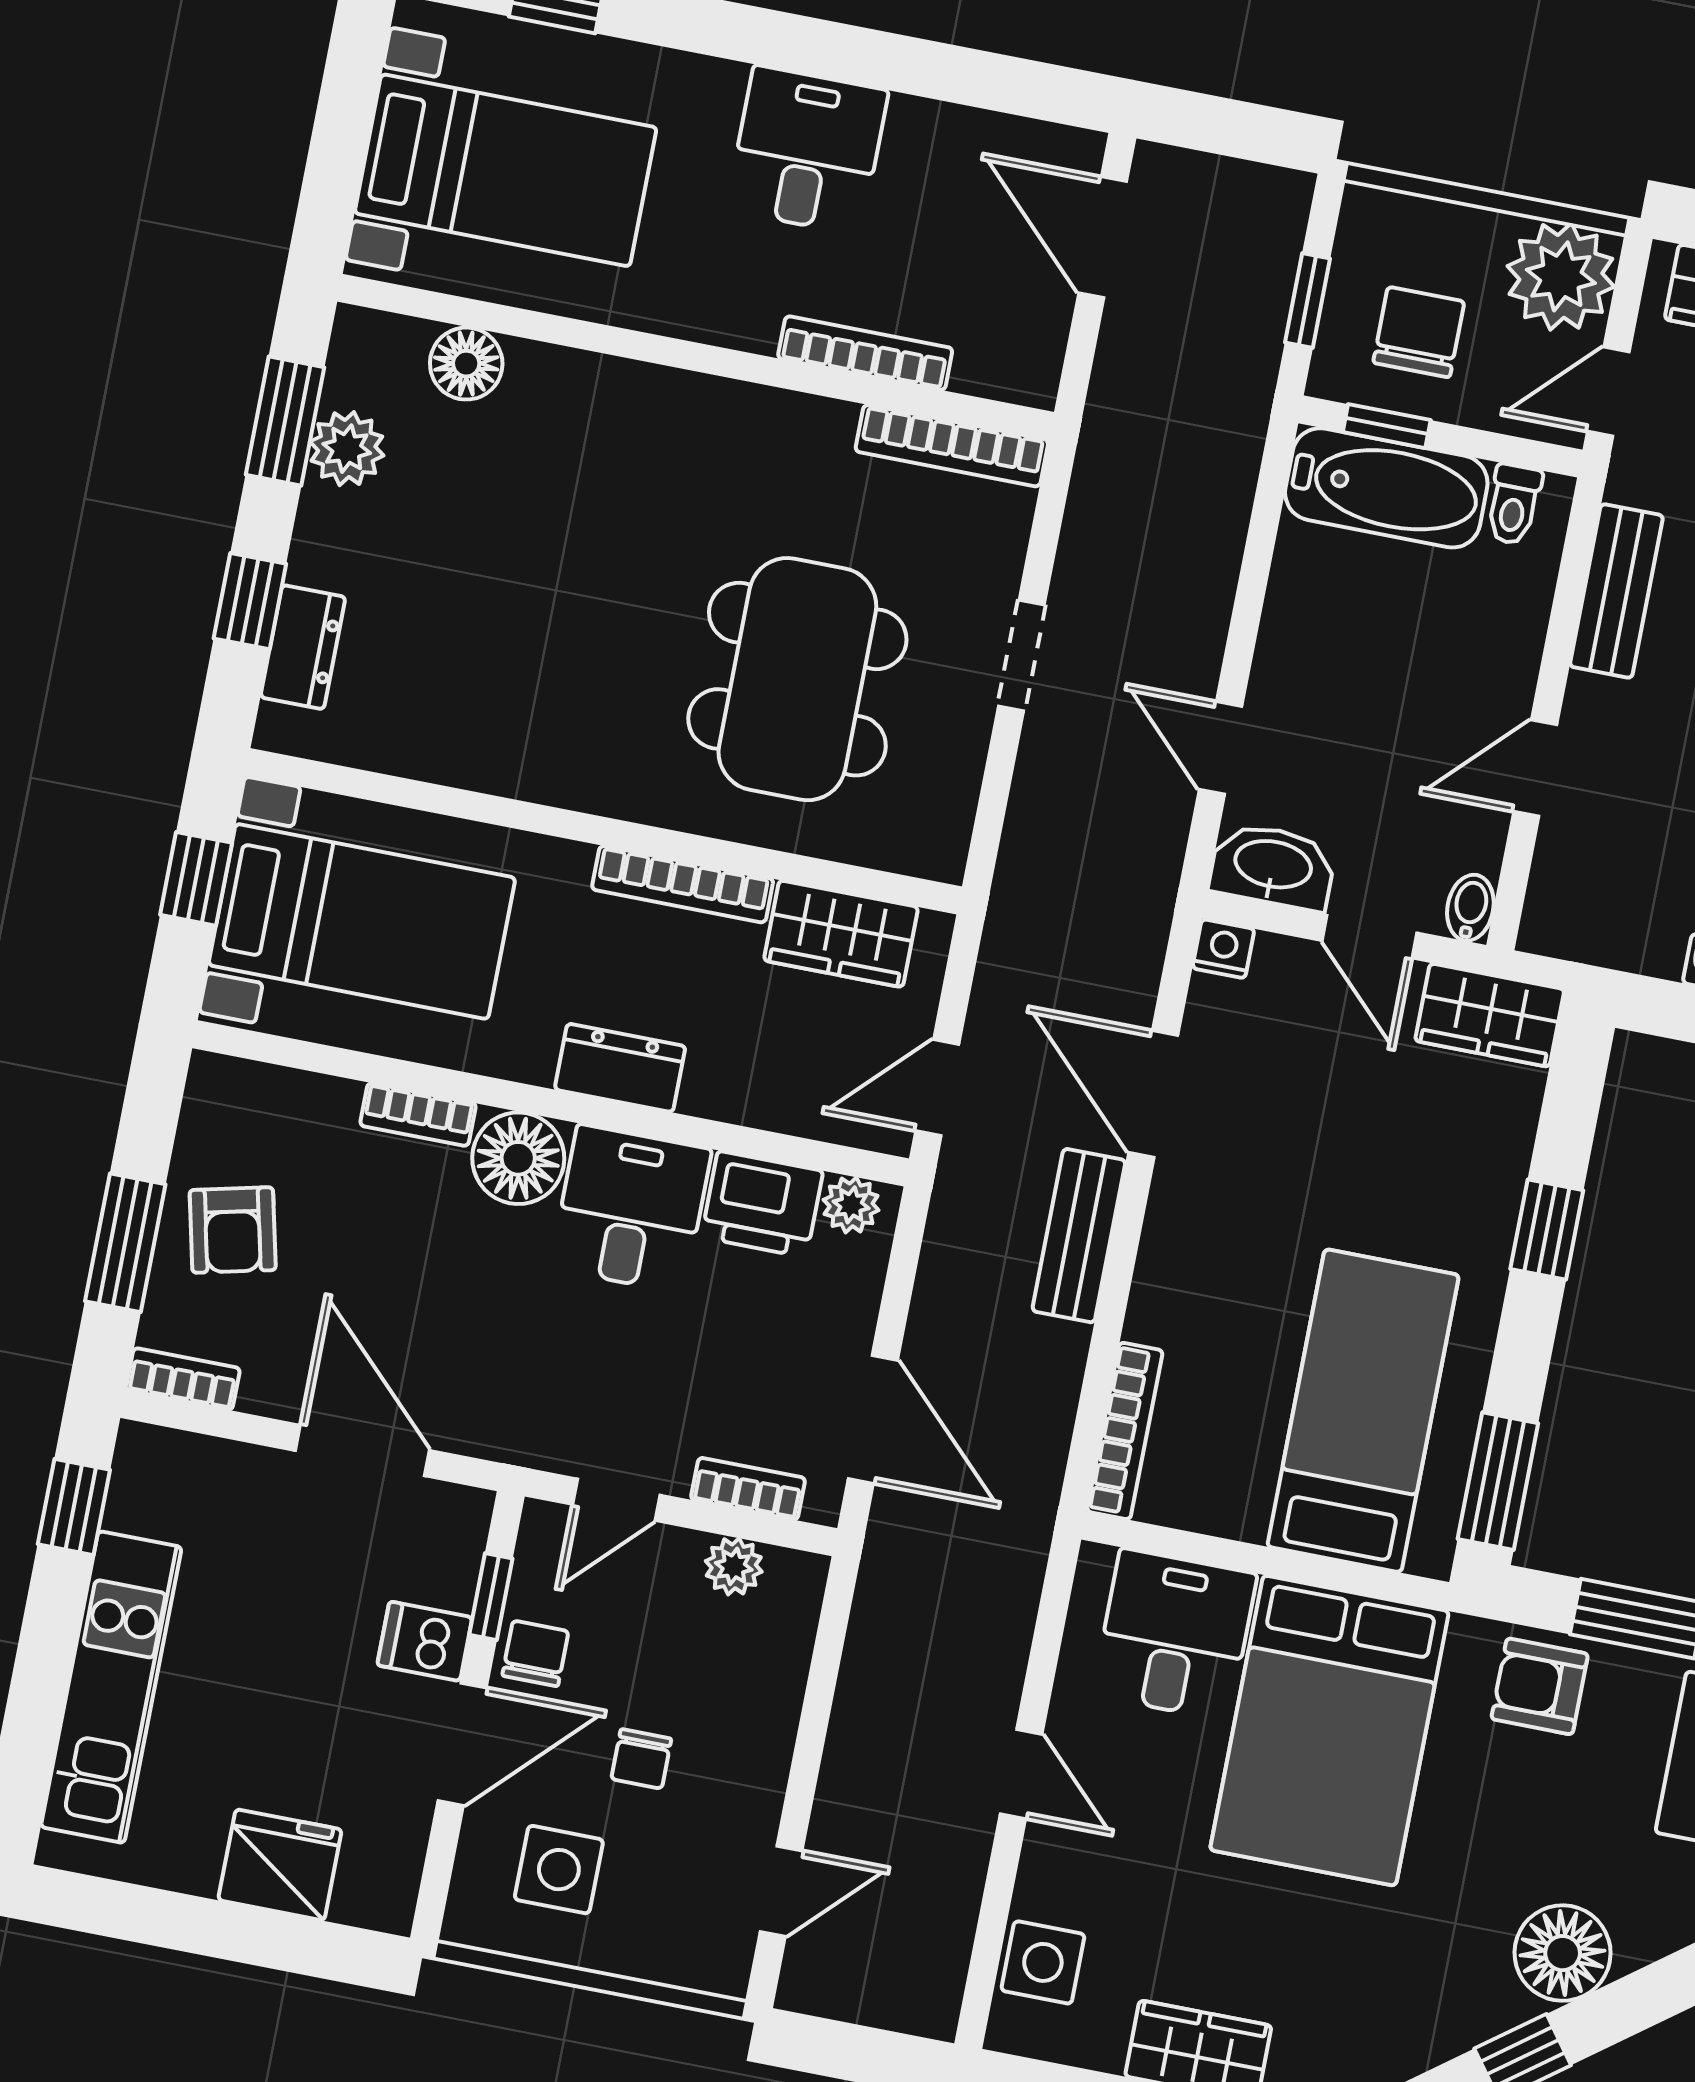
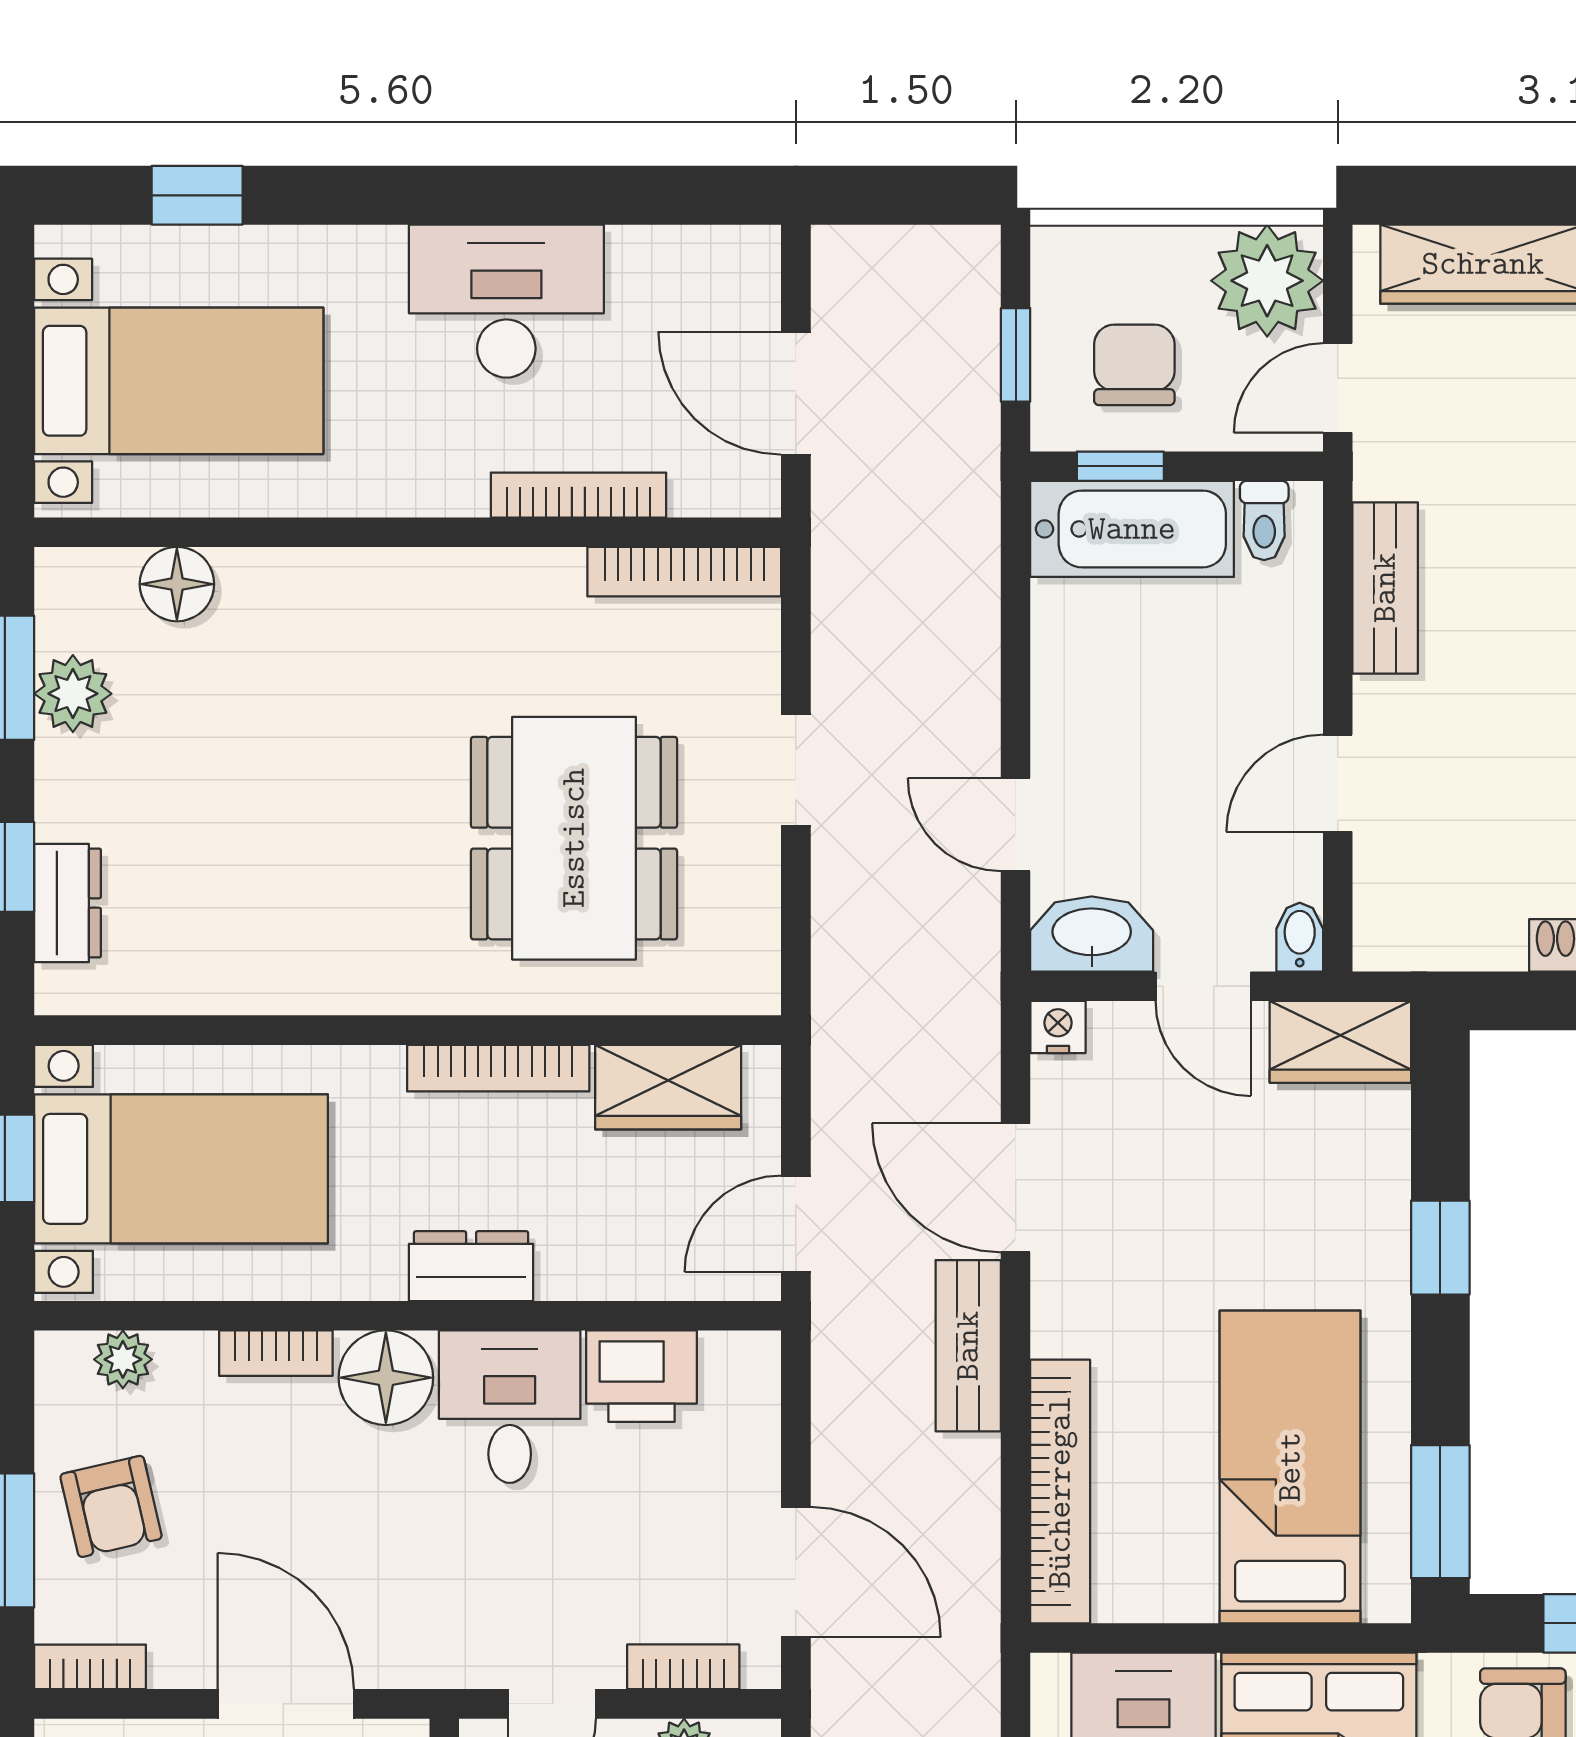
desk: (807, 150) -> (506, 301), width x1.37
door: (1103, 237) -> (796, 393), moved
plant: (851, 1205) -> (123, 1359), moved
bookcase: (1125, 1431) -> (1060, 1492), width x1.48, depth x1.31

